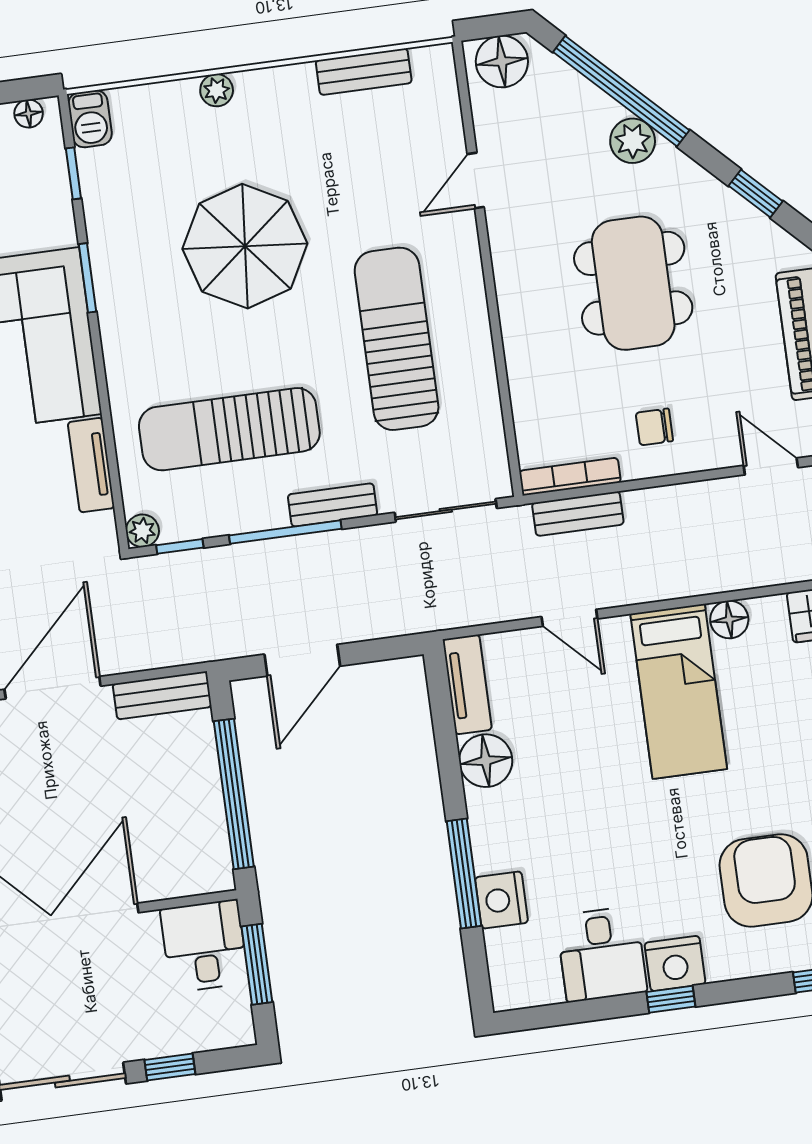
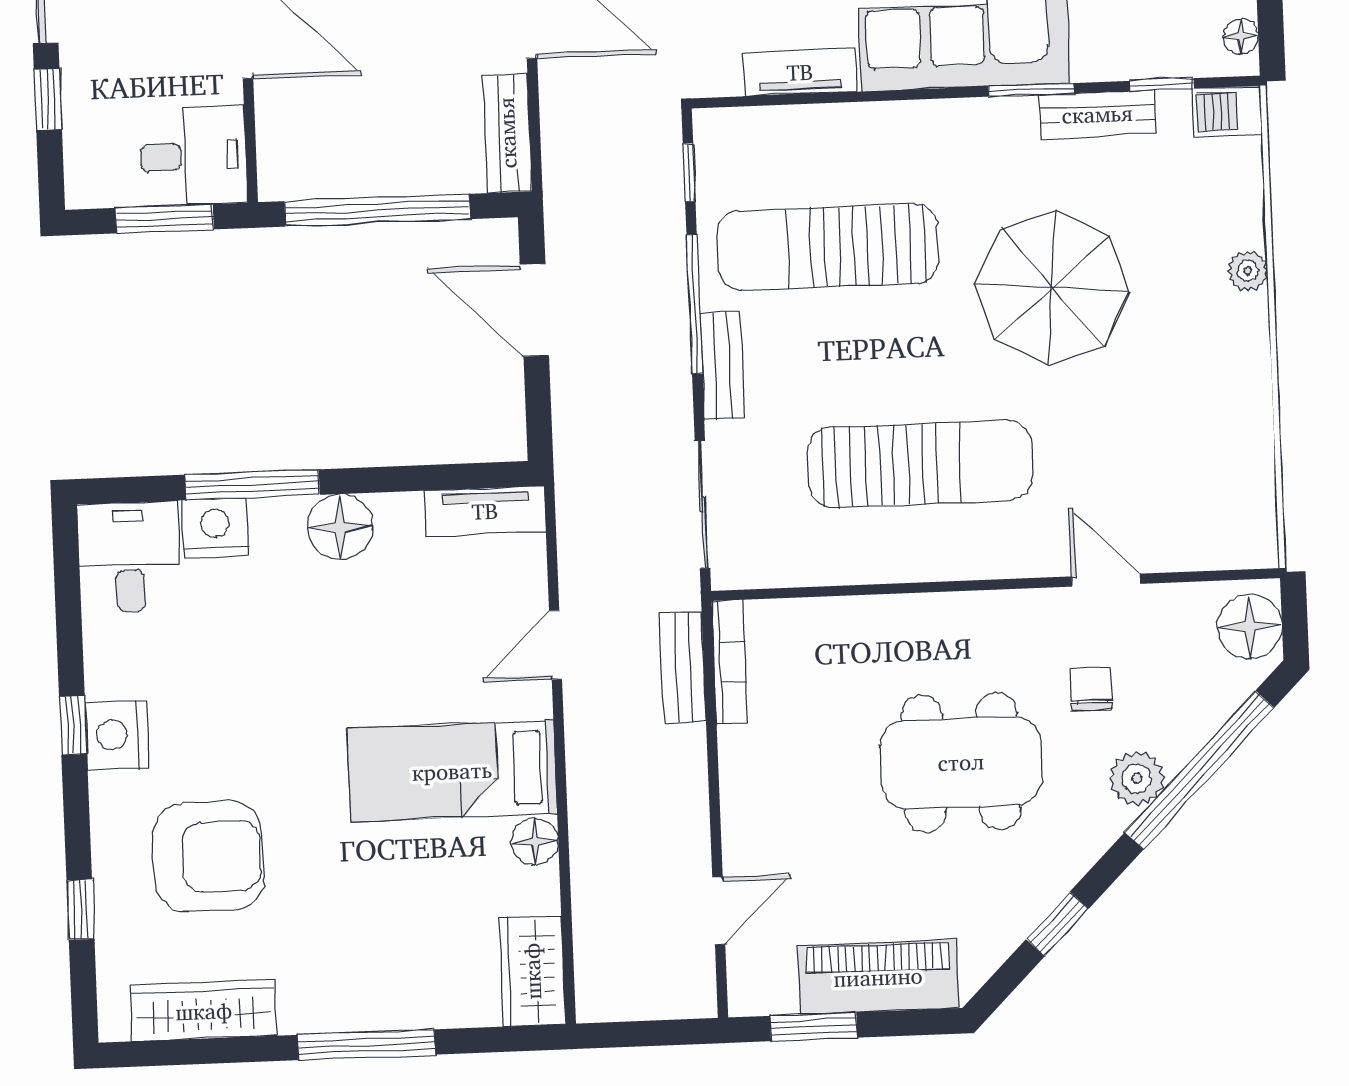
bench: (364, 72) -> (1097, 114), moved, turned 90
chair: (654, 427) -> (1092, 689), moved
sun lounger: (229, 429) -> (828, 247), turned -90
plant: (142, 531) -> (713, 128), removed
floor lamp: (486, 761) -> (340, 527), moved
desk: (602, 954) -> (129, 557), moved, turned 90

